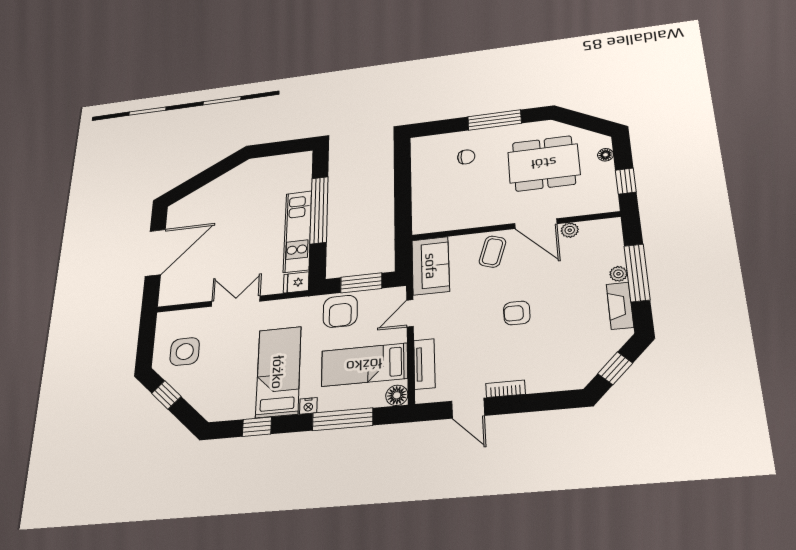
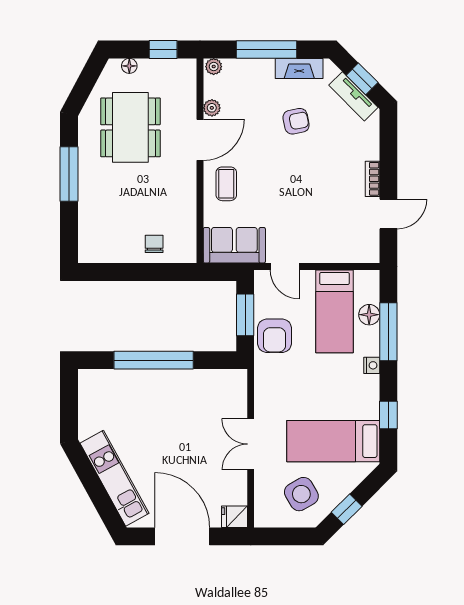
chair: (466, 157) -> (154, 244), moved
kitchen unit: (298, 231) -> (115, 478), moved, turned -119
coffee table: (492, 252) -> (226, 184), turned 72
plant: (618, 274) -> (214, 67), moved
fridge: (296, 282) -> (235, 517), moved, turned 90
armchair: (340, 311) -> (275, 336), turned 90
armchair: (517, 313) -> (296, 121), moved, turned -101
side table: (185, 352) -> (301, 494), turned -30
tv unit: (424, 364) -> (353, 96), moved, turned -135
bed: (278, 372) -> (333, 441), moved
floor lamp: (397, 395) -> (369, 315), moved

